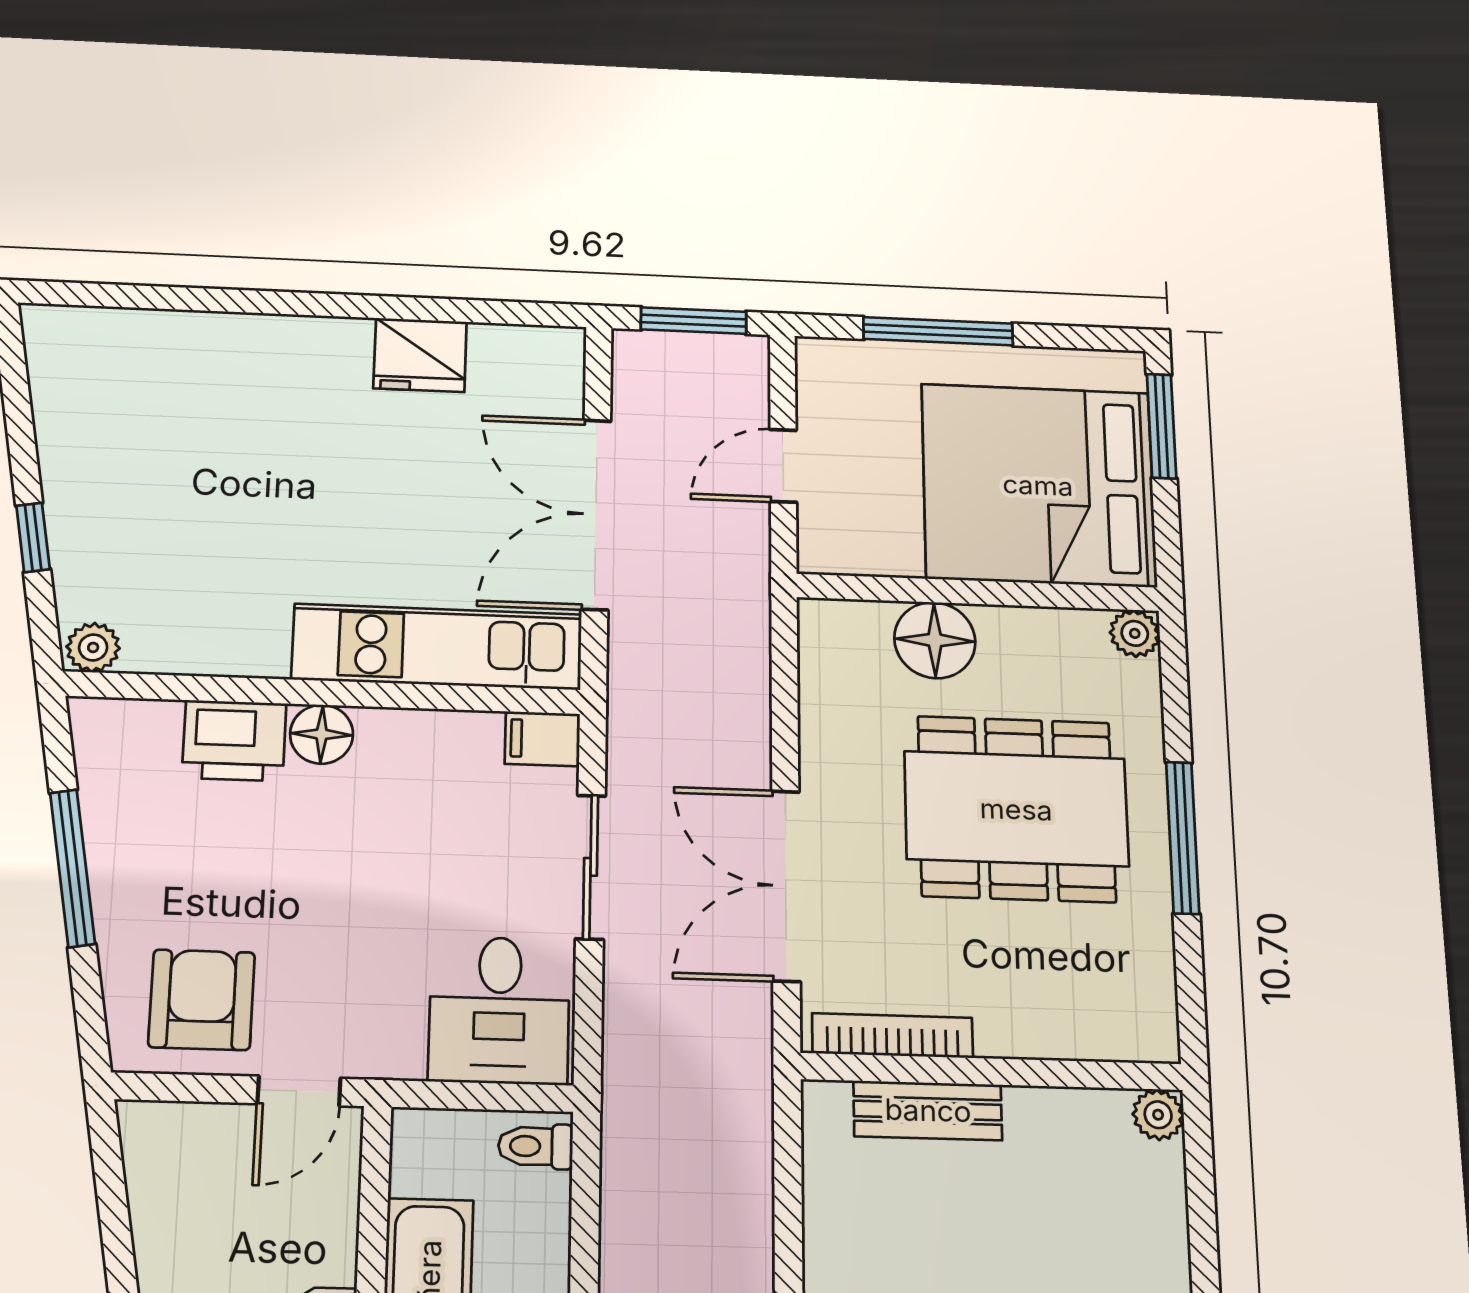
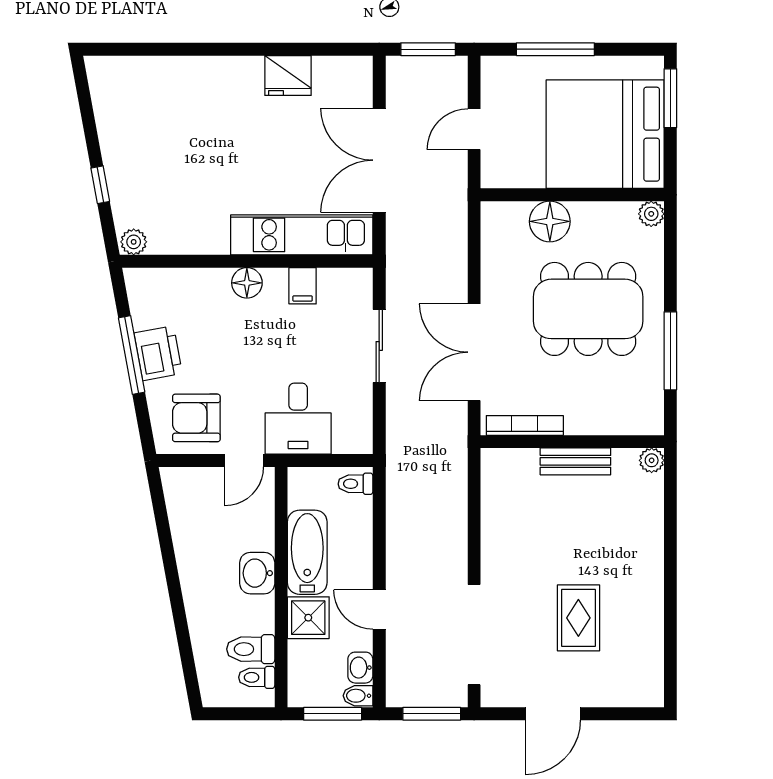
filing cabinet: (542, 739) -> (303, 286), moved, turned -90
printer: (234, 741) -> (158, 353), moved, turned -100
window: (1183, 838) -> (670, 351), moved
armchair: (202, 1000) -> (196, 418), turned -90
desk: (499, 1010) -> (298, 419), moved
bench: (928, 1110) -> (575, 461), moved

